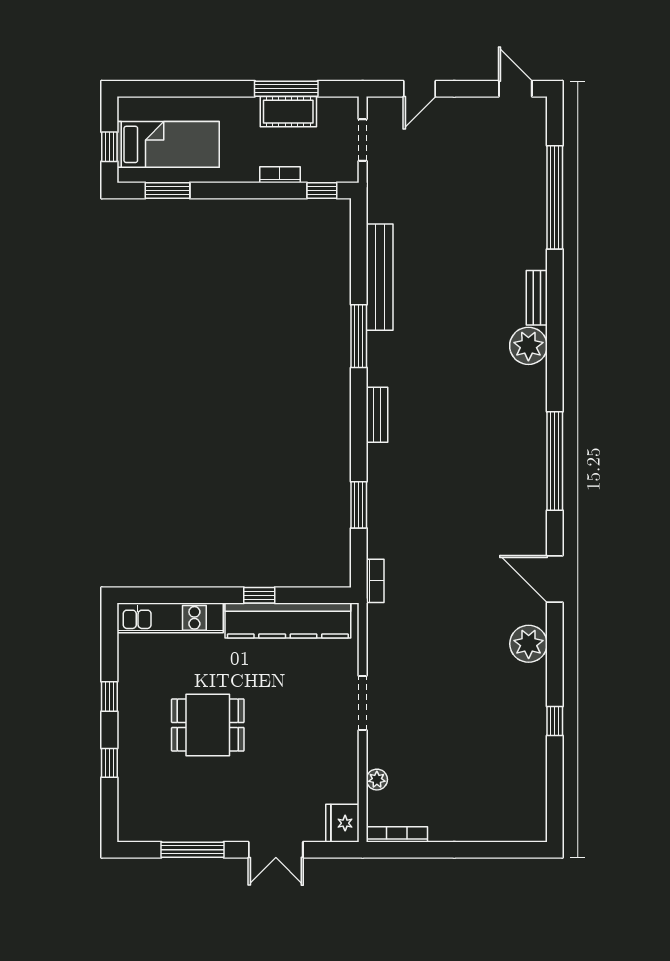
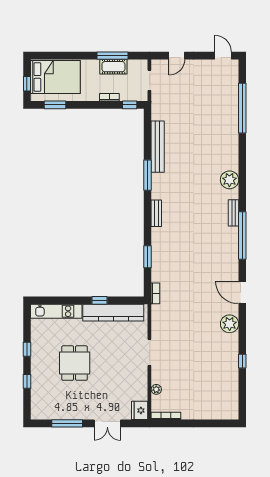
bed: (168, 144) -> (55, 77), width x1.50
bench: (537, 298) -> (233, 213), moved
dining table: (208, 725) -> (75, 363), turned 90

